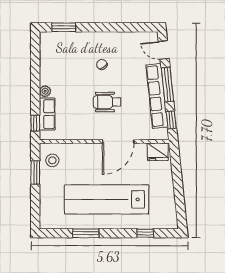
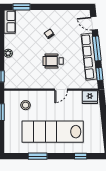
row of seats: (47, 114) -> (10, 22), moved
door: (118, 141) -> (61, 90), width x0.53
stool: (52, 160) -> (26, 105), moved

